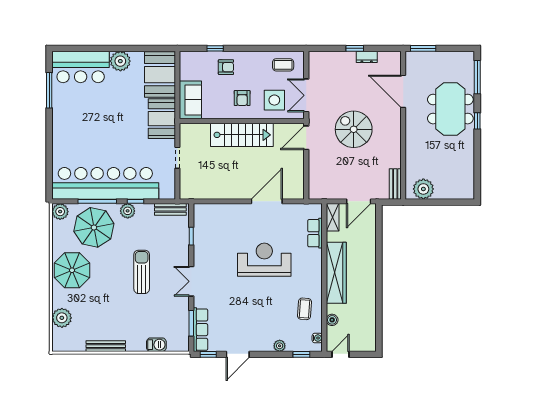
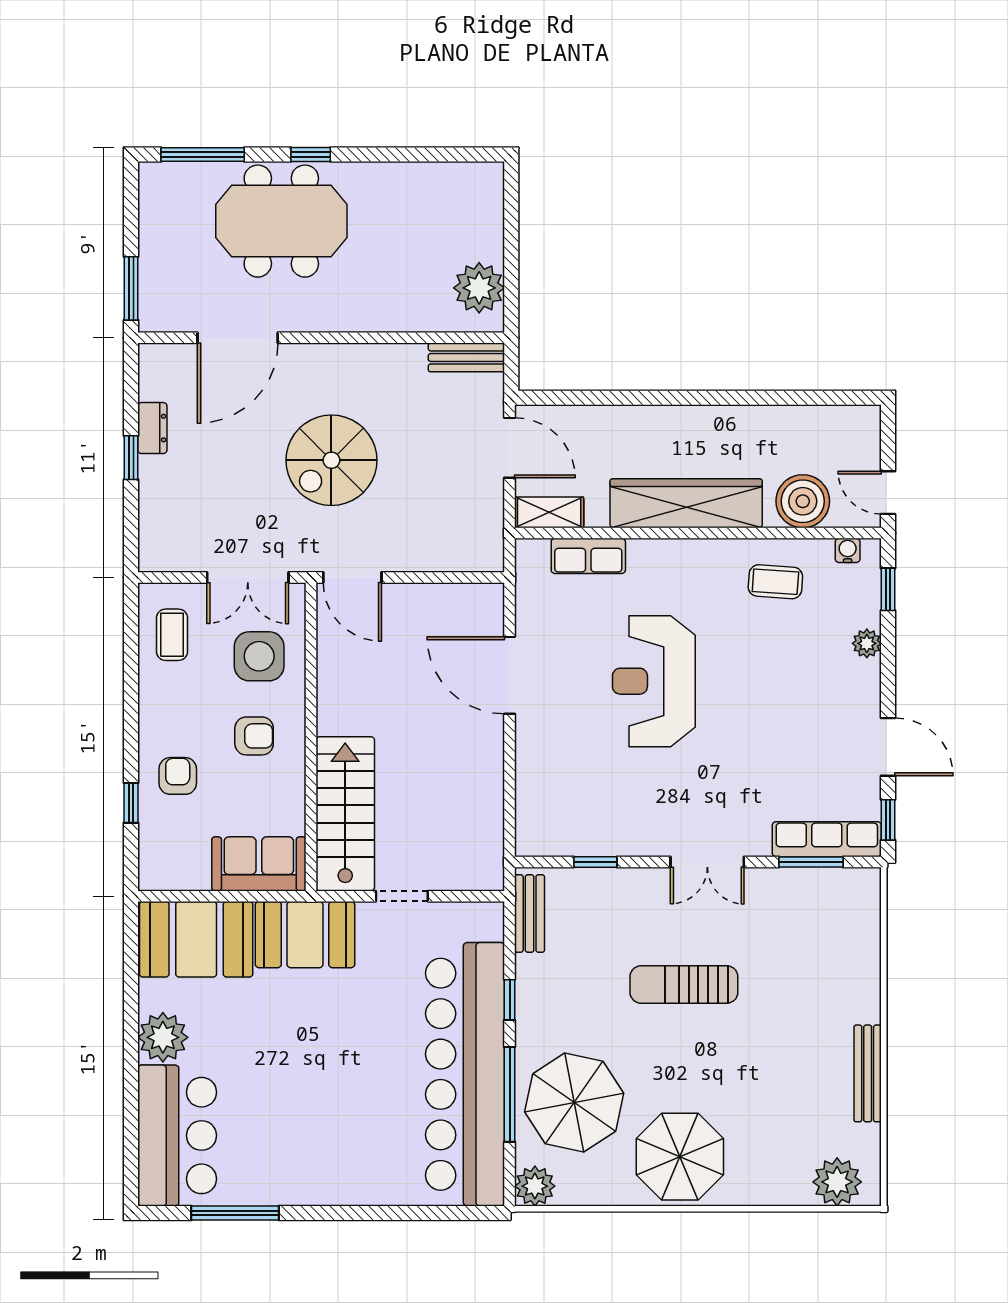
stairs: (242, 135) -> (345, 814), moved
plant: (128, 211) -> (533, 1019), removed
plant: (62, 318) -> (837, 1182), moved
boiler: (332, 320) -> (803, 501), width x1.86, depth x1.86
barbecue: (156, 345) -> (864, 948), removed

